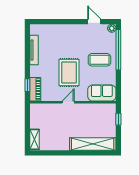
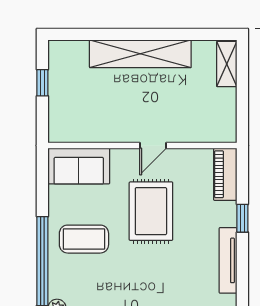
window: (27, 85) -> (242, 218), moved
window: (118, 119) -> (42, 83), moved
shelving: (93, 144) -> (140, 54), moved

